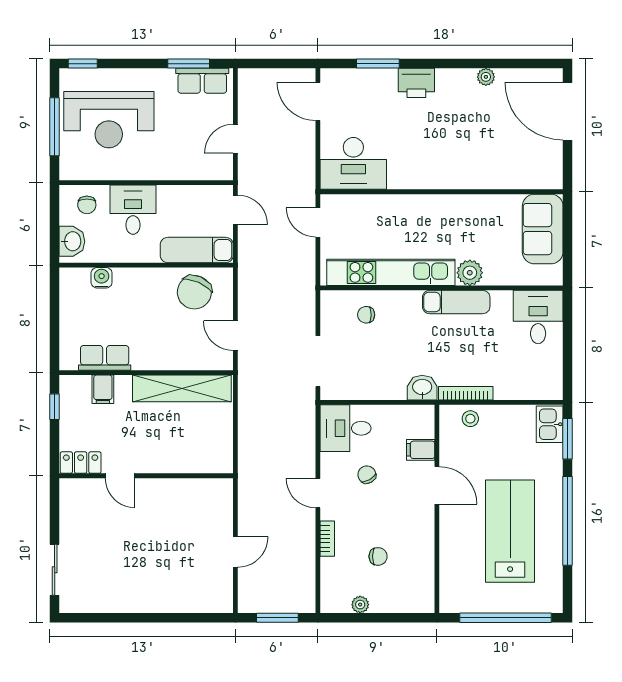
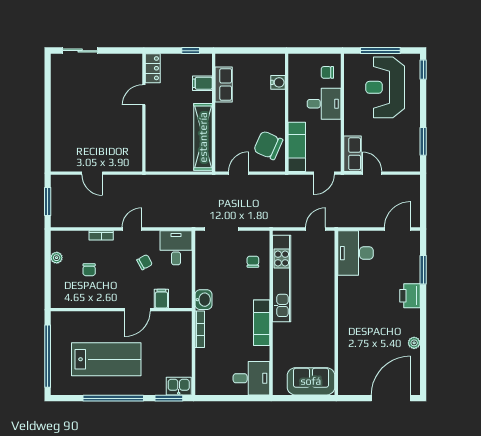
row of seats: (202, 81) -> (353, 154), moved, turned 180
washbasin: (72, 241) -> (303, 62), removed
plant: (470, 273) -> (281, 332), removed
stool: (470, 419) -> (182, 332), removed

